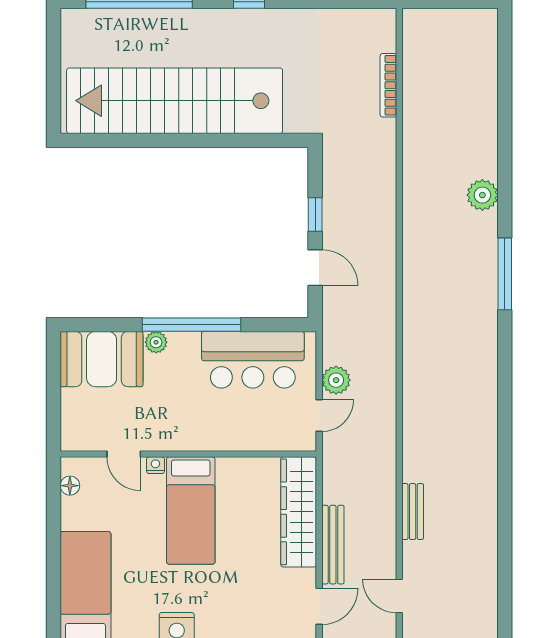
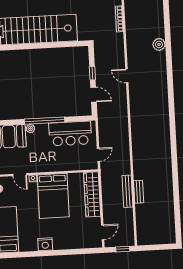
plant: (482, 195) -> (159, 44), moved
window: (505, 274) -> (171, 93), removed
plant: (336, 380) -> (105, 140), removed
bed: (191, 511) -> (53, 196), width x1.50
bench: (333, 545) -> (127, 191), moved
door: (399, 596) -> (127, 76), moved

